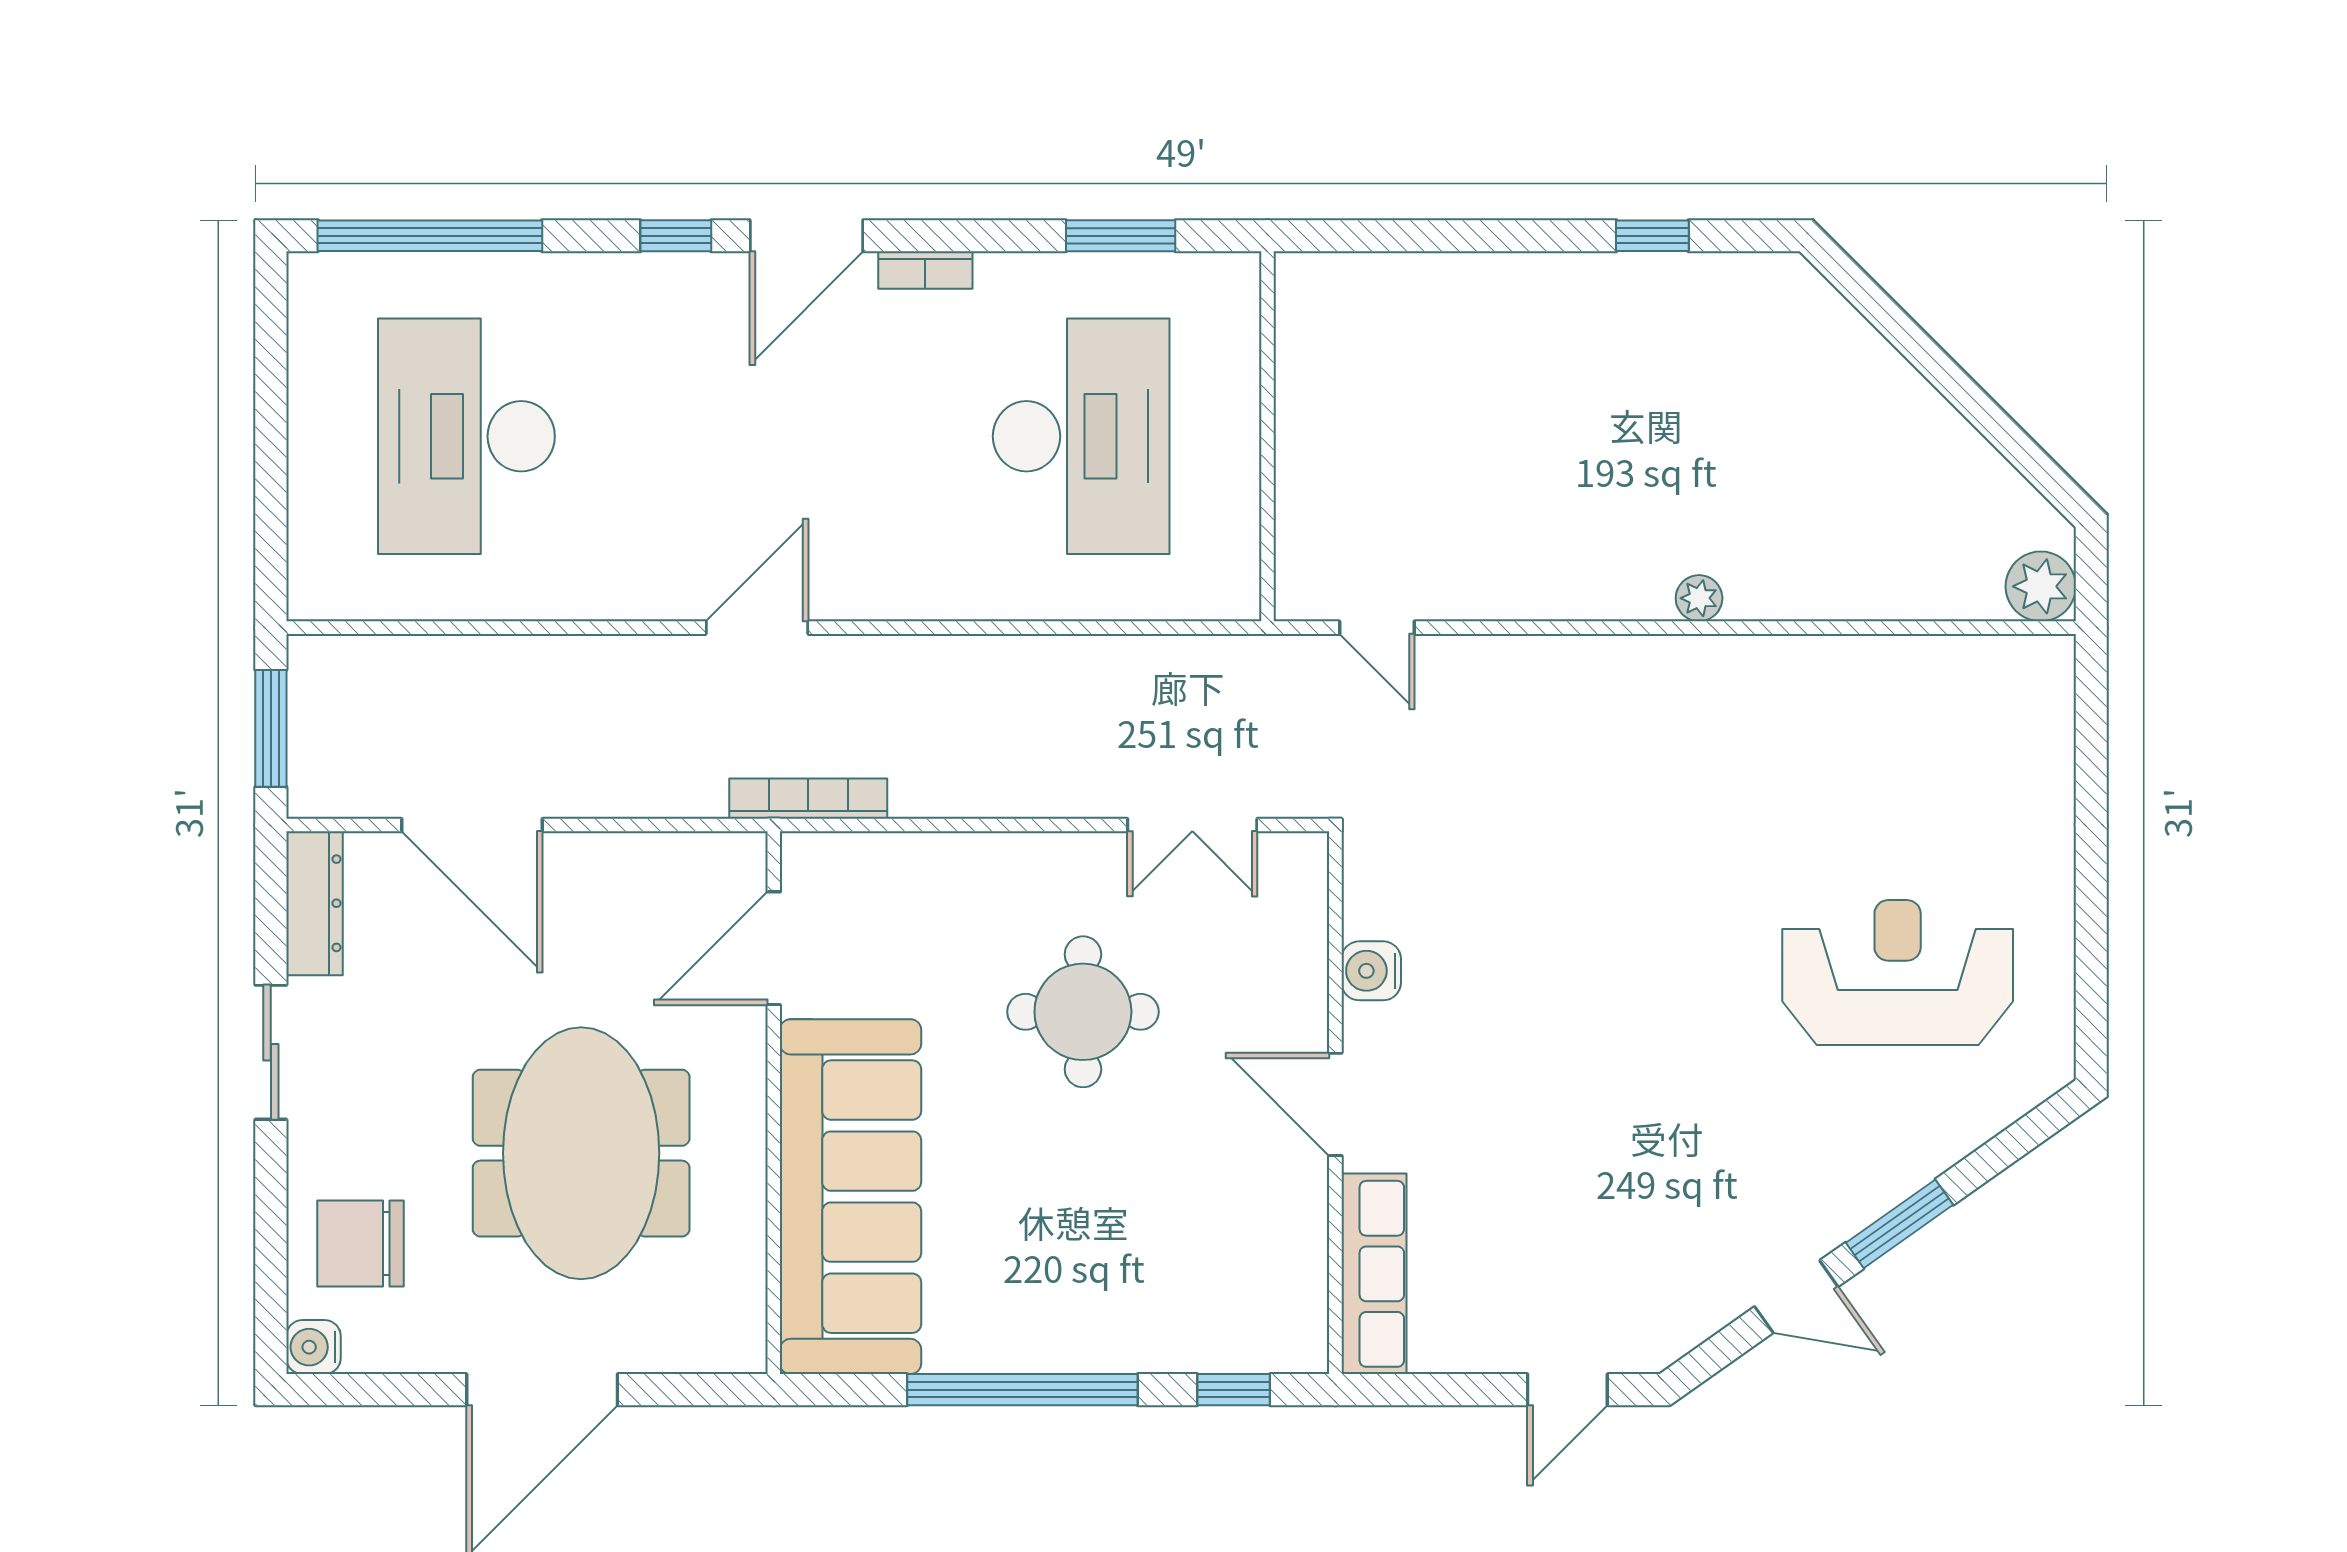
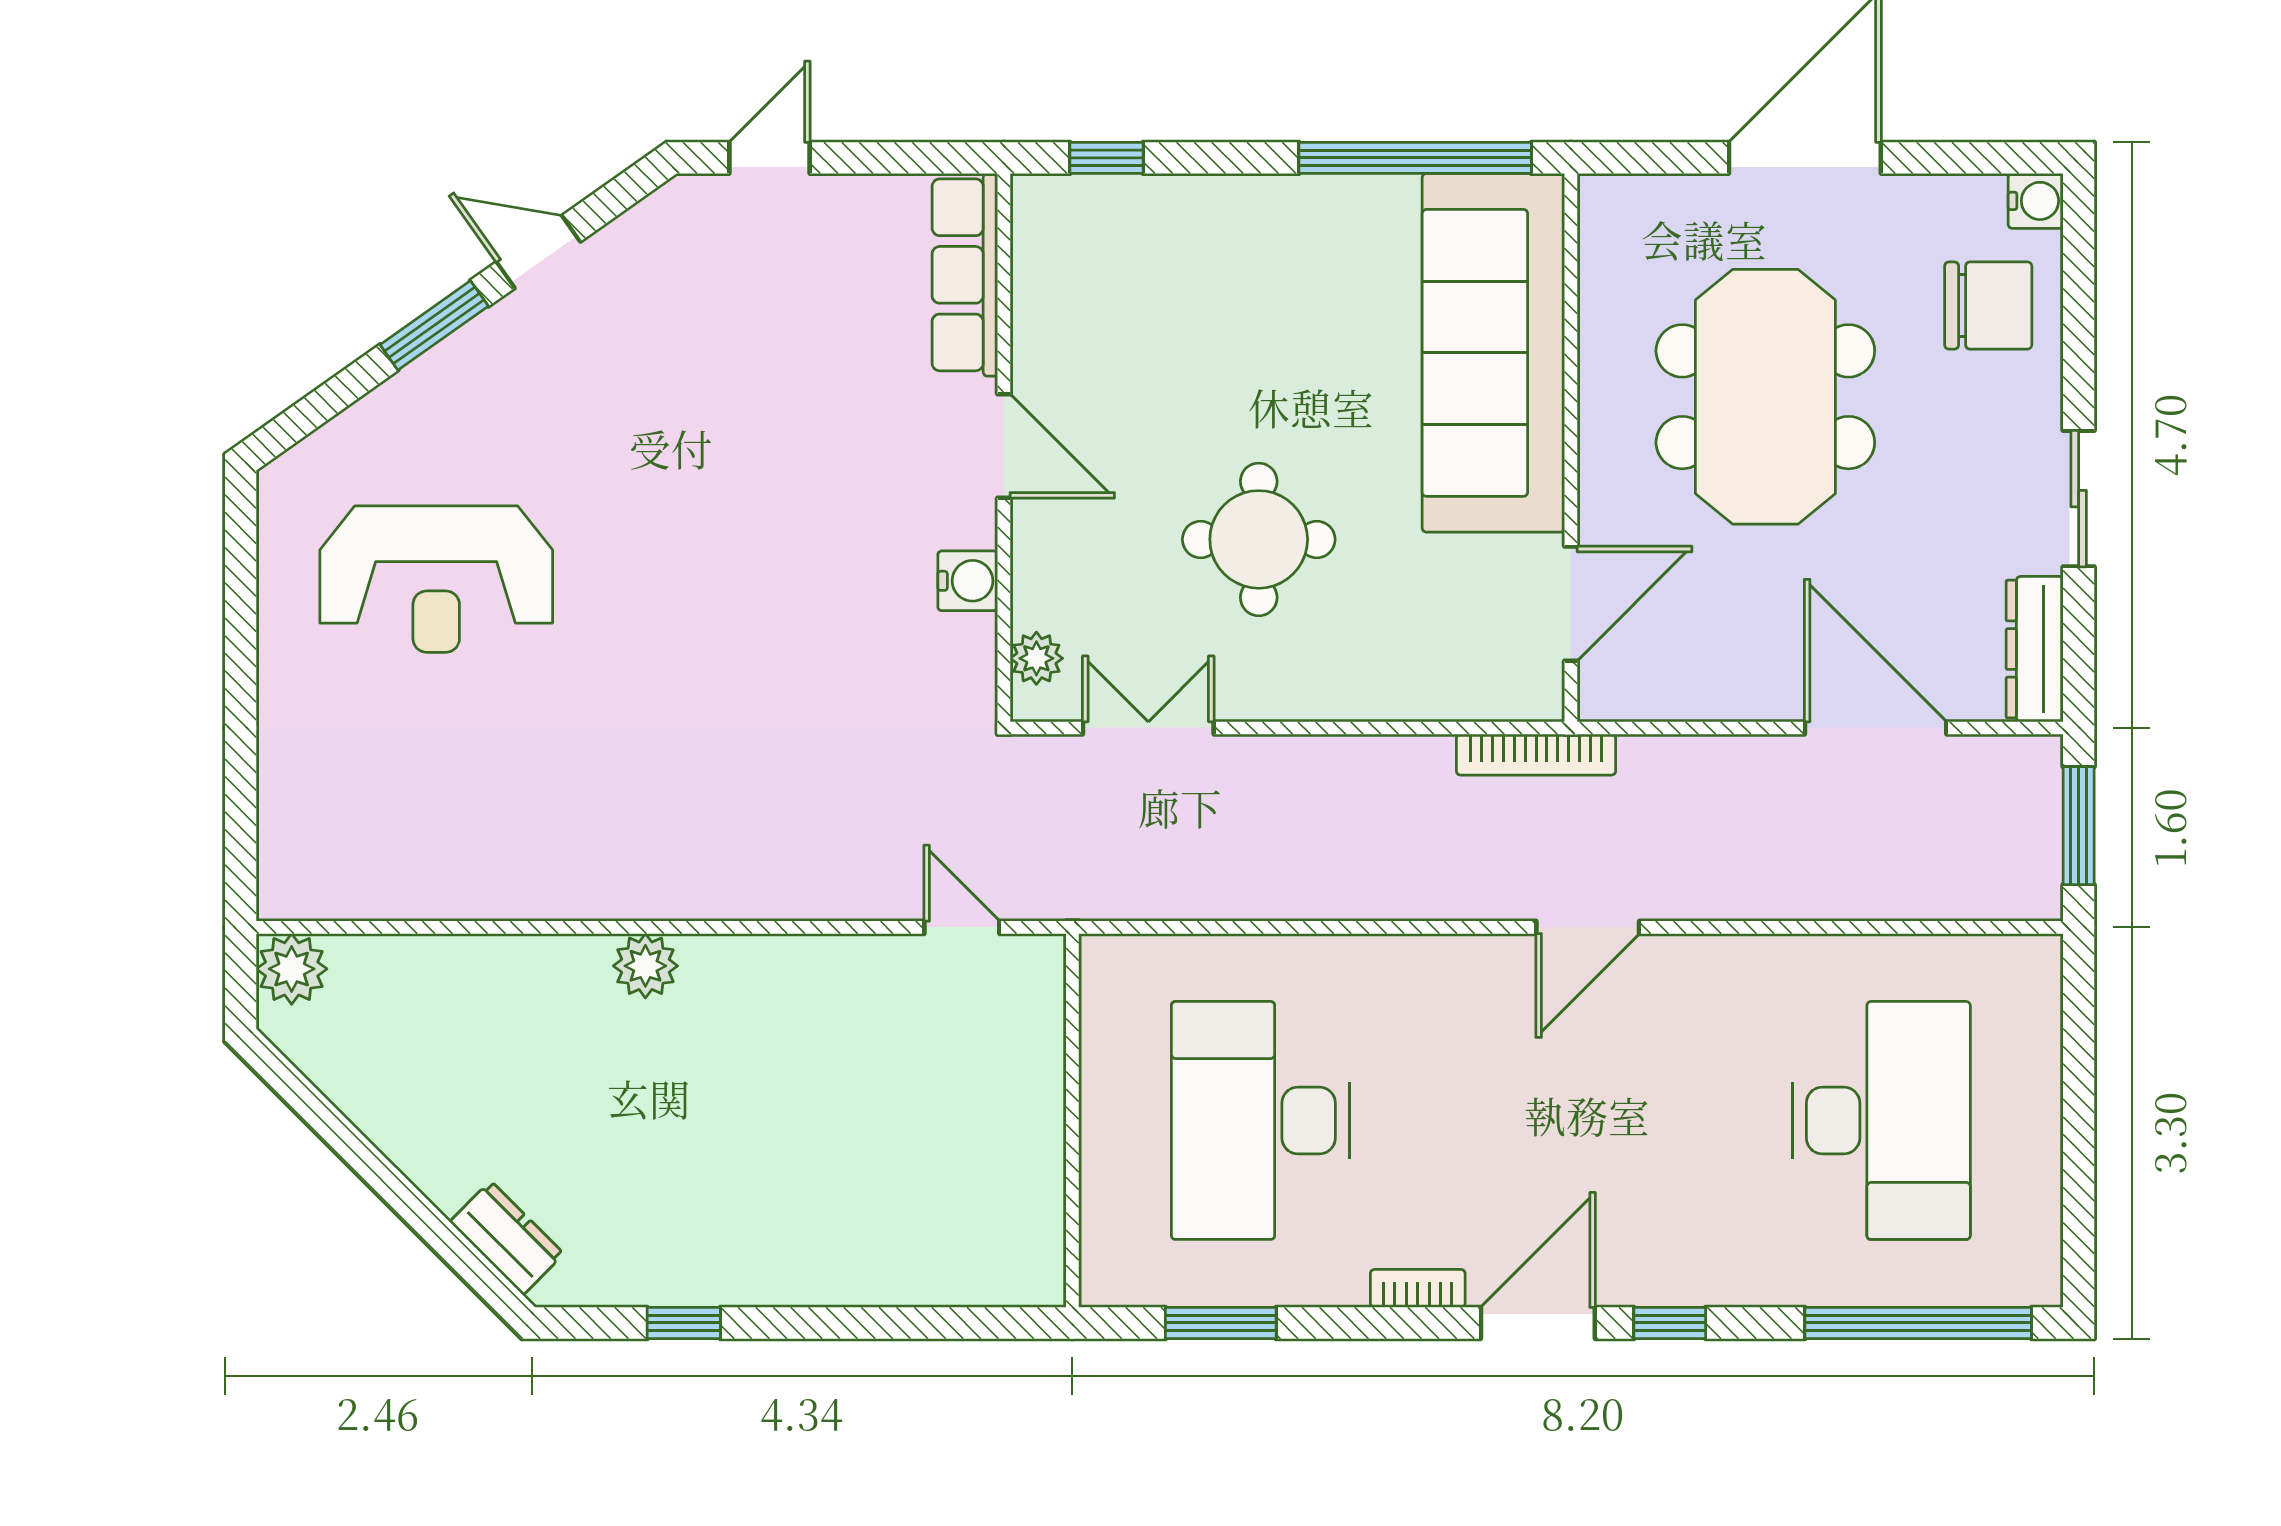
dresser: (1828, 320) -> (507, 1238), added
plant: (1699, 598) -> (645, 966), width x1.38, depth x1.38
plant: (1303, 894) -> (1036, 658), added
window: (1022, 1390) -> (1415, 158), moved

